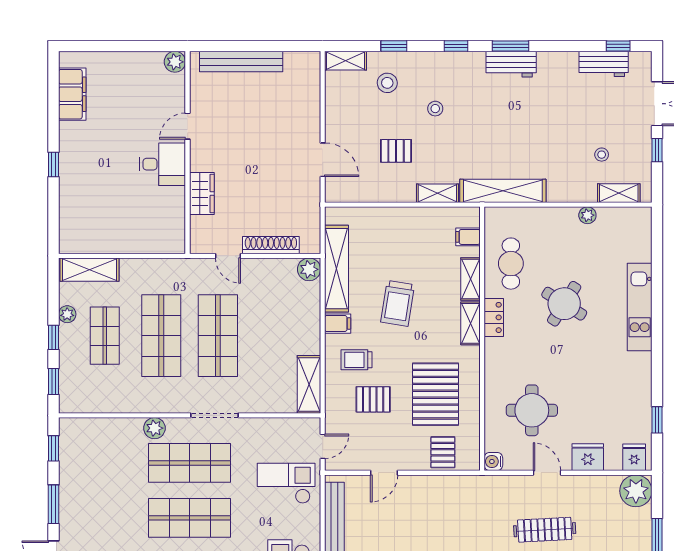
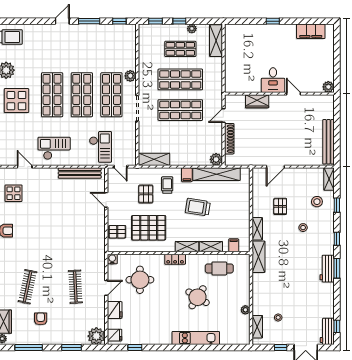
bench: (241, 62) -> (328, 142), moved
workbench: (604, 64) -> (327, 331), moved
shelving: (503, 191) -> (259, 257), width x0.68
locker: (494, 317) -> (175, 259), moved

